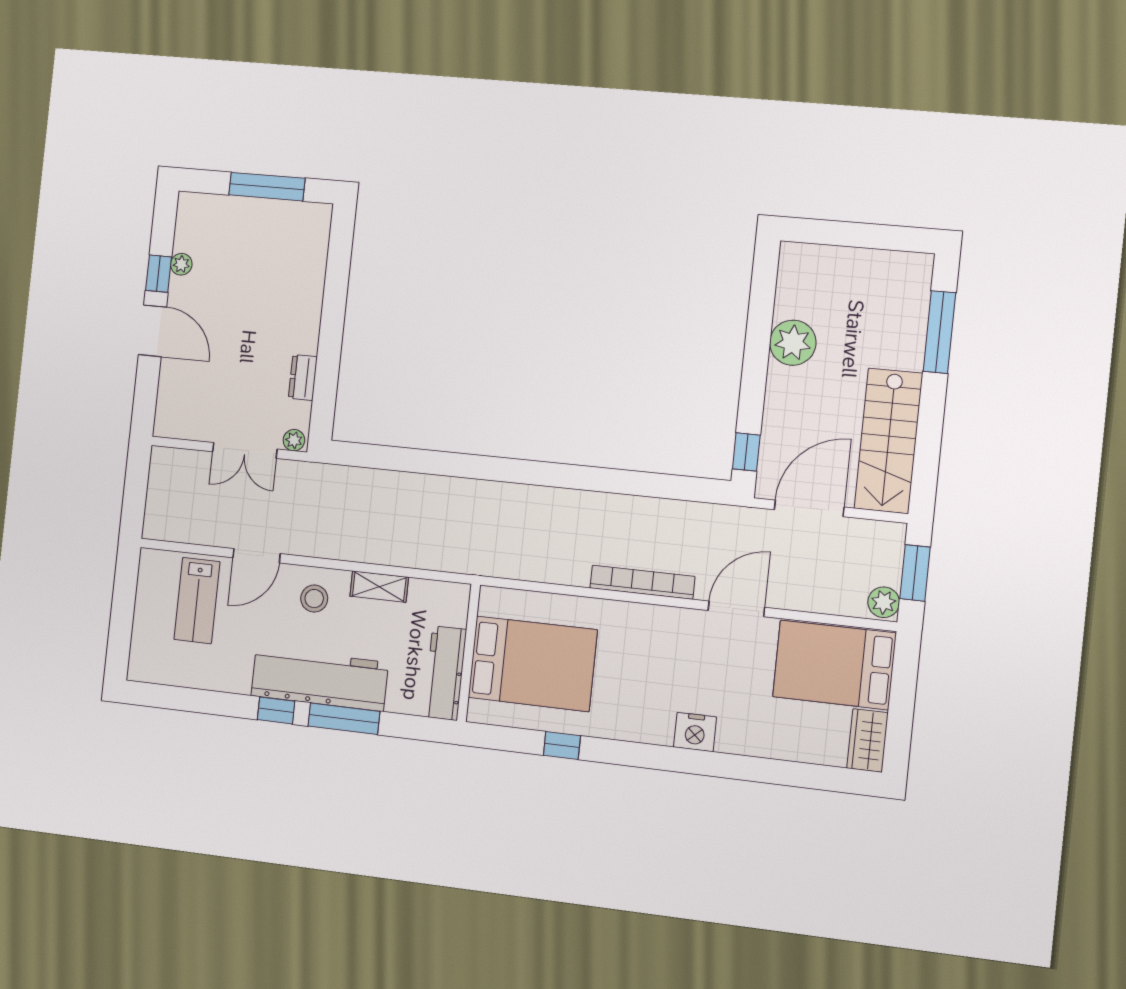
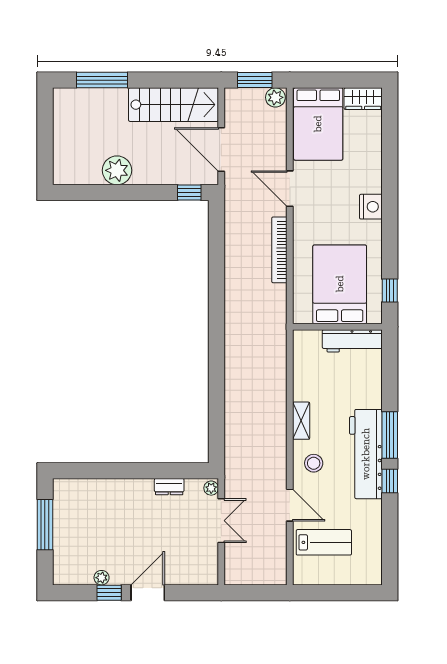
wall: (469, 653) -> (337, 327), moved
bed: (533, 664) -> (340, 284), moved
workbench: (445, 673) -> (352, 341), moved

